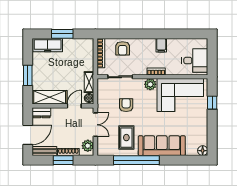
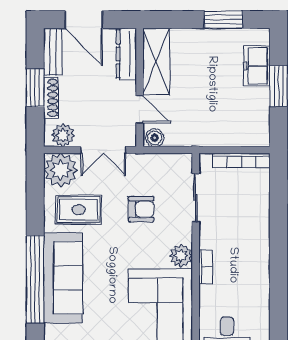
freezer: (48, 45) -> (257, 66), width x0.71
filing cabinet: (161, 45) -> (257, 277), removed
armchair: (123, 48) -> (250, 202), removed
window: (28, 75) -> (223, 20), moved
shelving: (89, 82) -> (185, 138), removed
dresser: (41, 113) -> (126, 54), width x1.44
plant: (106, 147) -> (61, 170), added
window: (136, 160) -> (35, 279), moved

